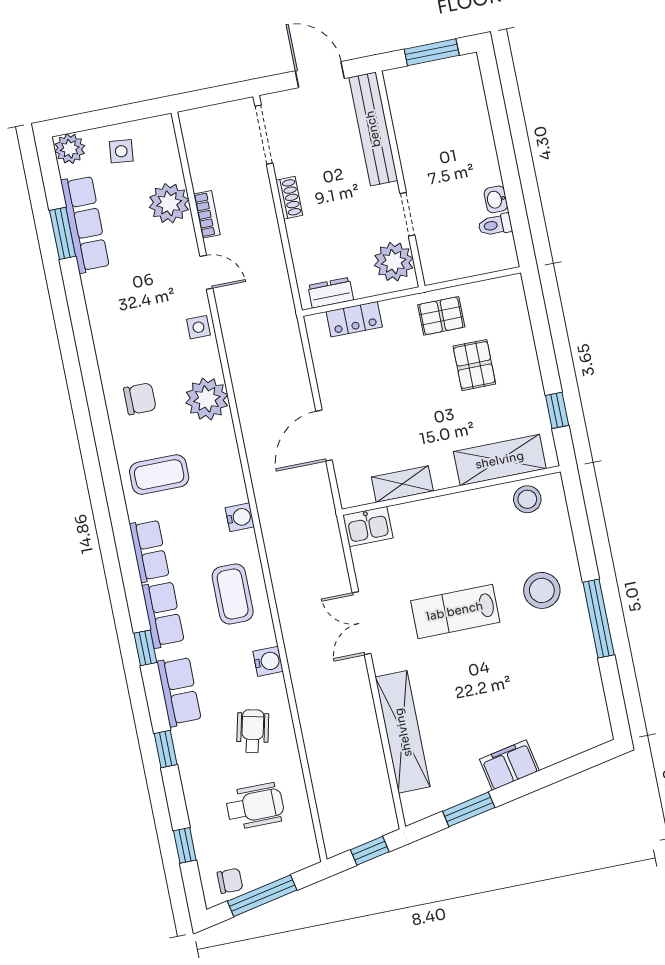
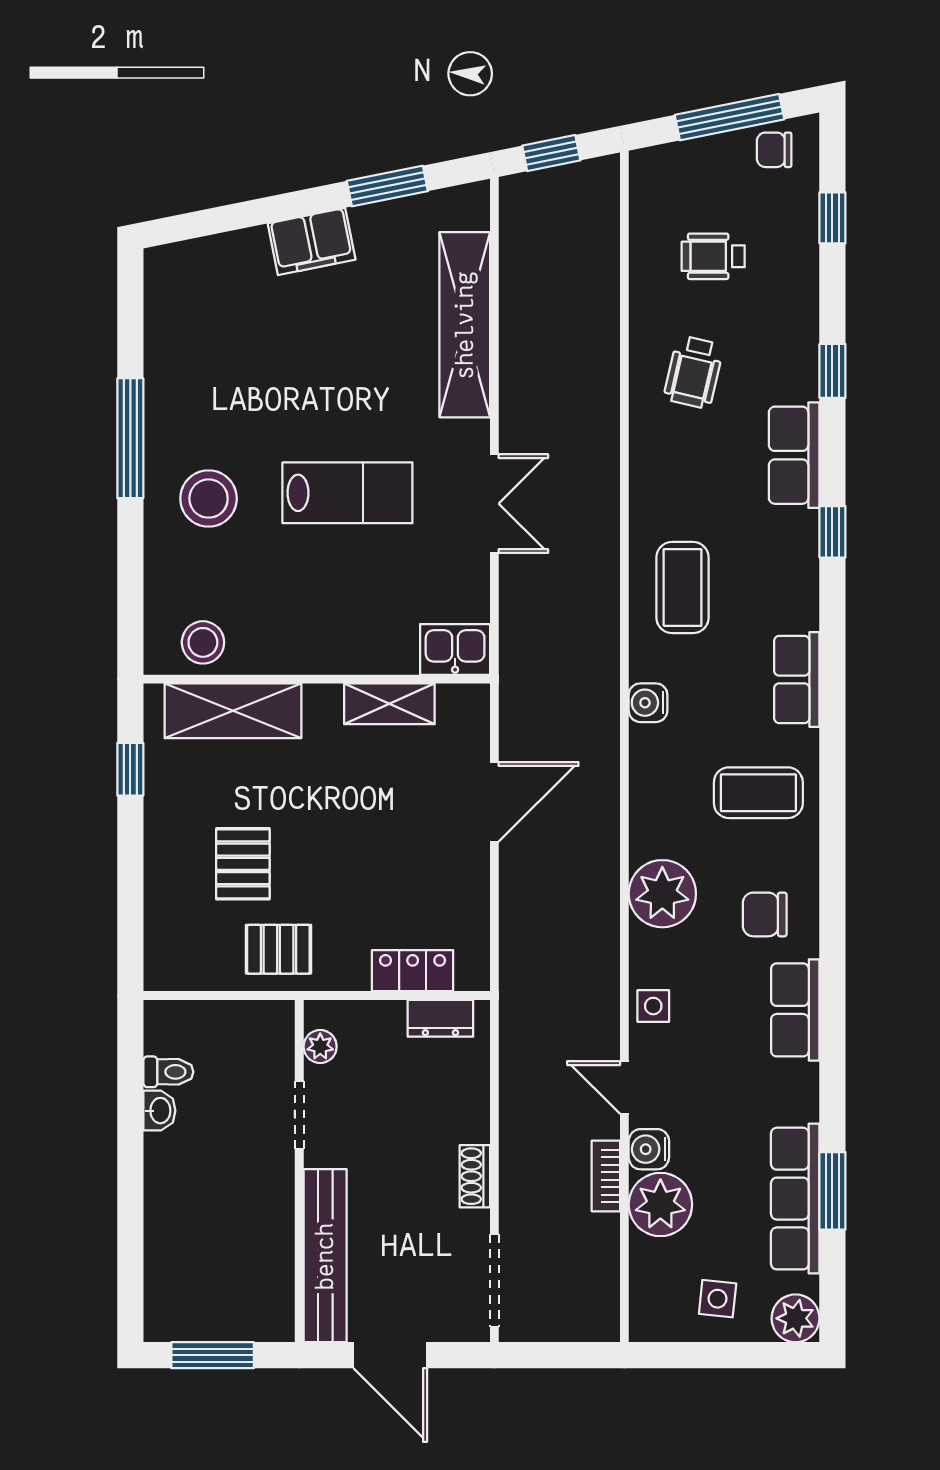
plant: (394, 262) -> (320, 1047), width x0.53, depth x0.53
row of seats: (163, 614) -> (795, 1010), moved
water cooler: (268, 661) -> (649, 1149), moved
wheelchair: (255, 806) -> (713, 256), width x0.73, depth x0.73

